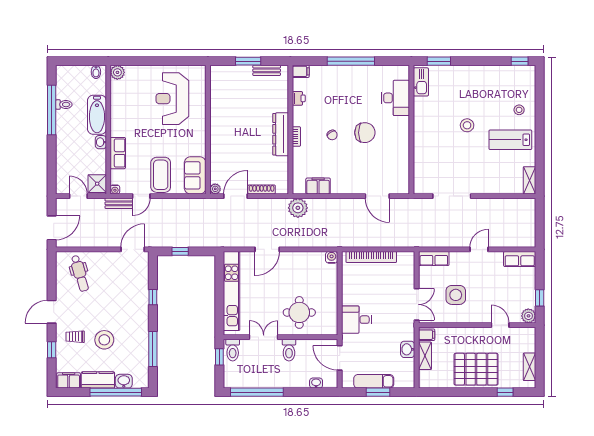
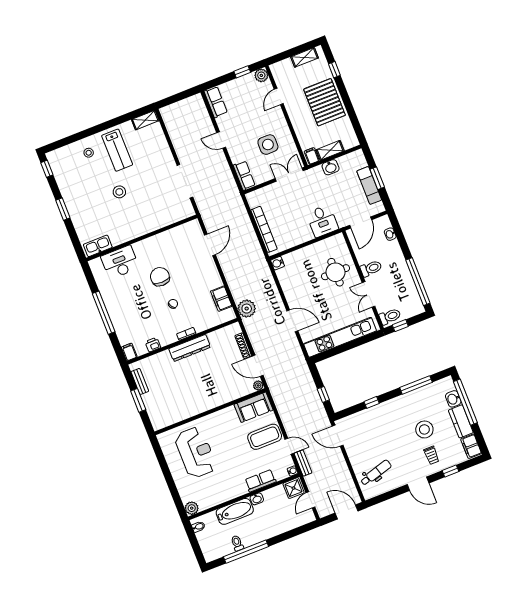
window: (439, 61) -> (63, 209), moved
reception desk: (172, 99) -> (196, 452), turned -90

